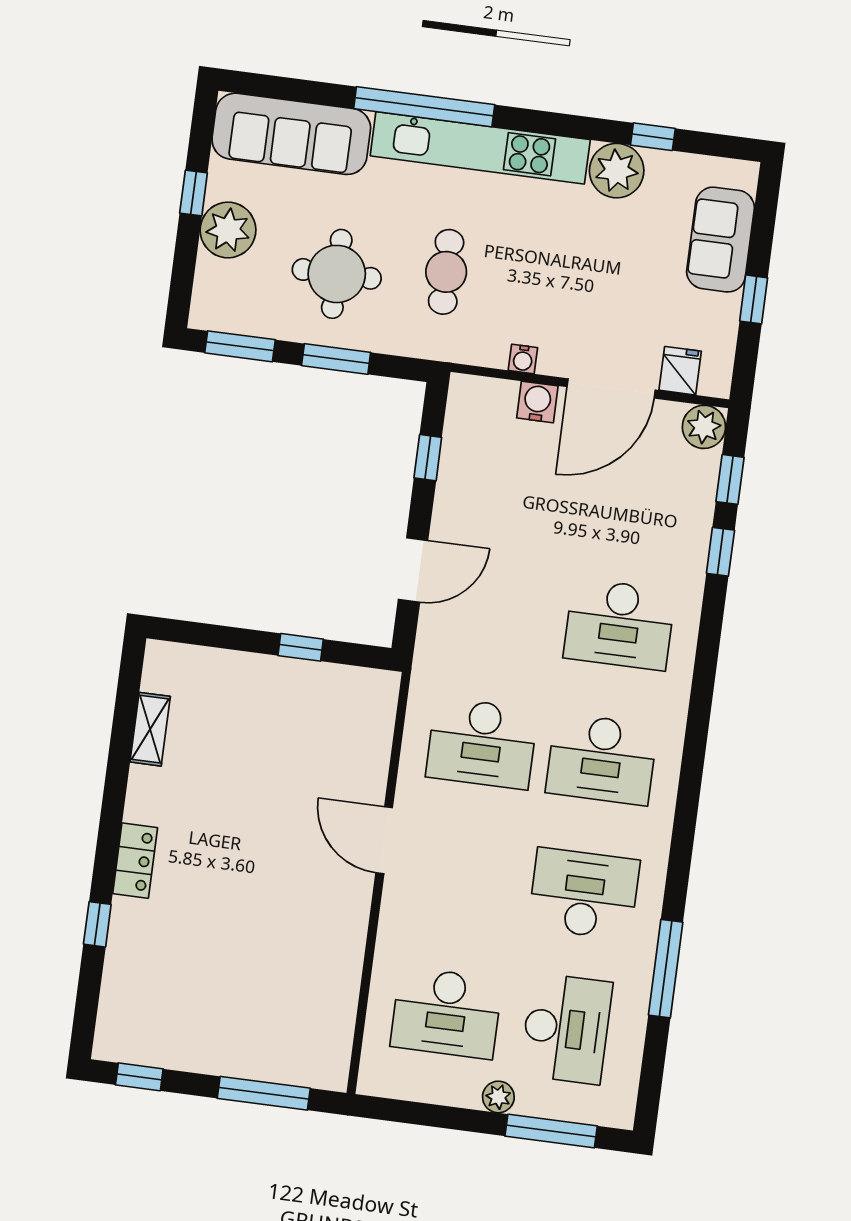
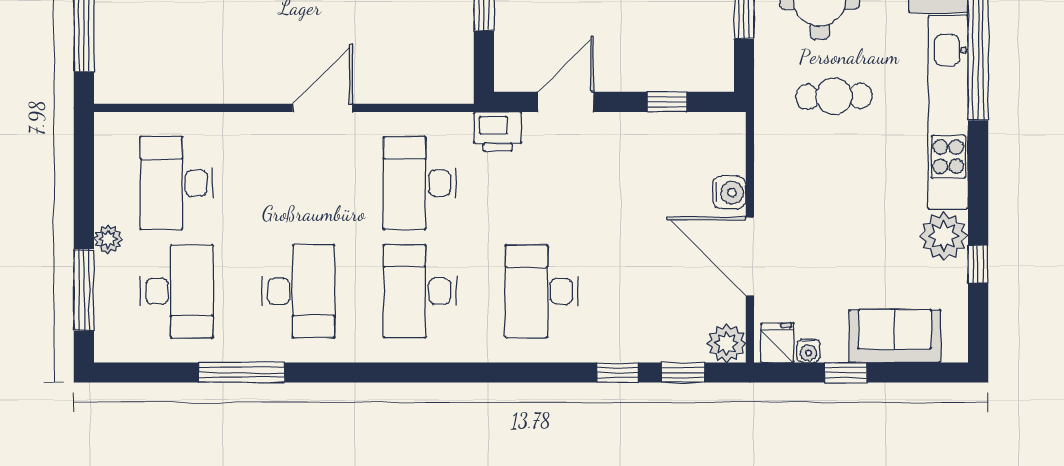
water cooler: (523, 359) -> (809, 351), moved, turned -90
fridge: (680, 371) -> (777, 343), moved, turned -90
door: (413, 570) -> (566, 102), swing flipped
printer: (436, 650) -> (498, 131), added
desk: (566, 1029) -> (177, 291), turned -90

